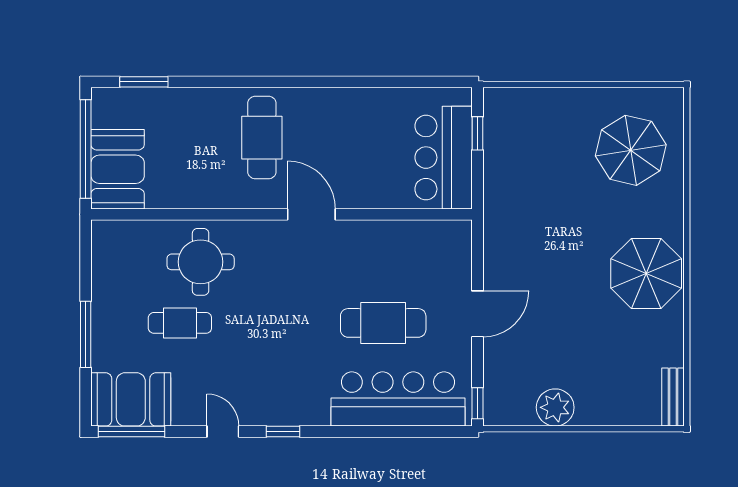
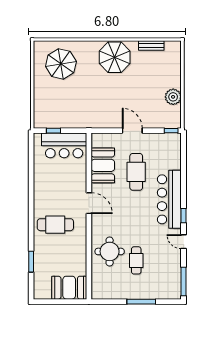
window: (144, 82) -> (31, 262), moved
window: (86, 149) -> (60, 302), removed
door: (311, 214) -> (89, 203), swing flipped
bench: (673, 397) -> (151, 45), moved
booth: (131, 399) -> (103, 165), moved
bar counter: (398, 399) -> (169, 199), moved
door: (223, 431) -> (184, 242), hinge flipped

